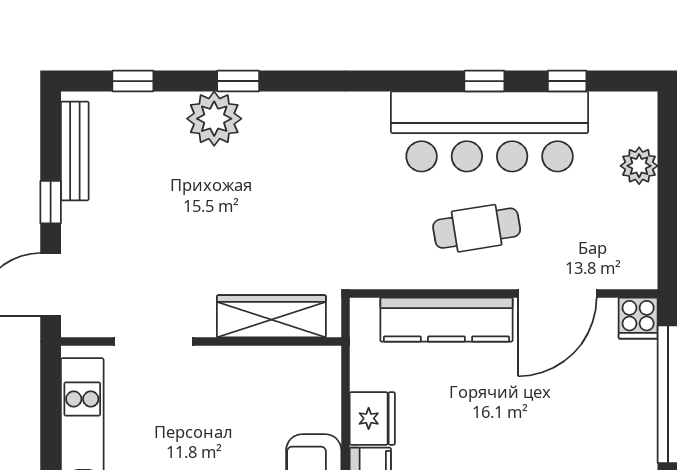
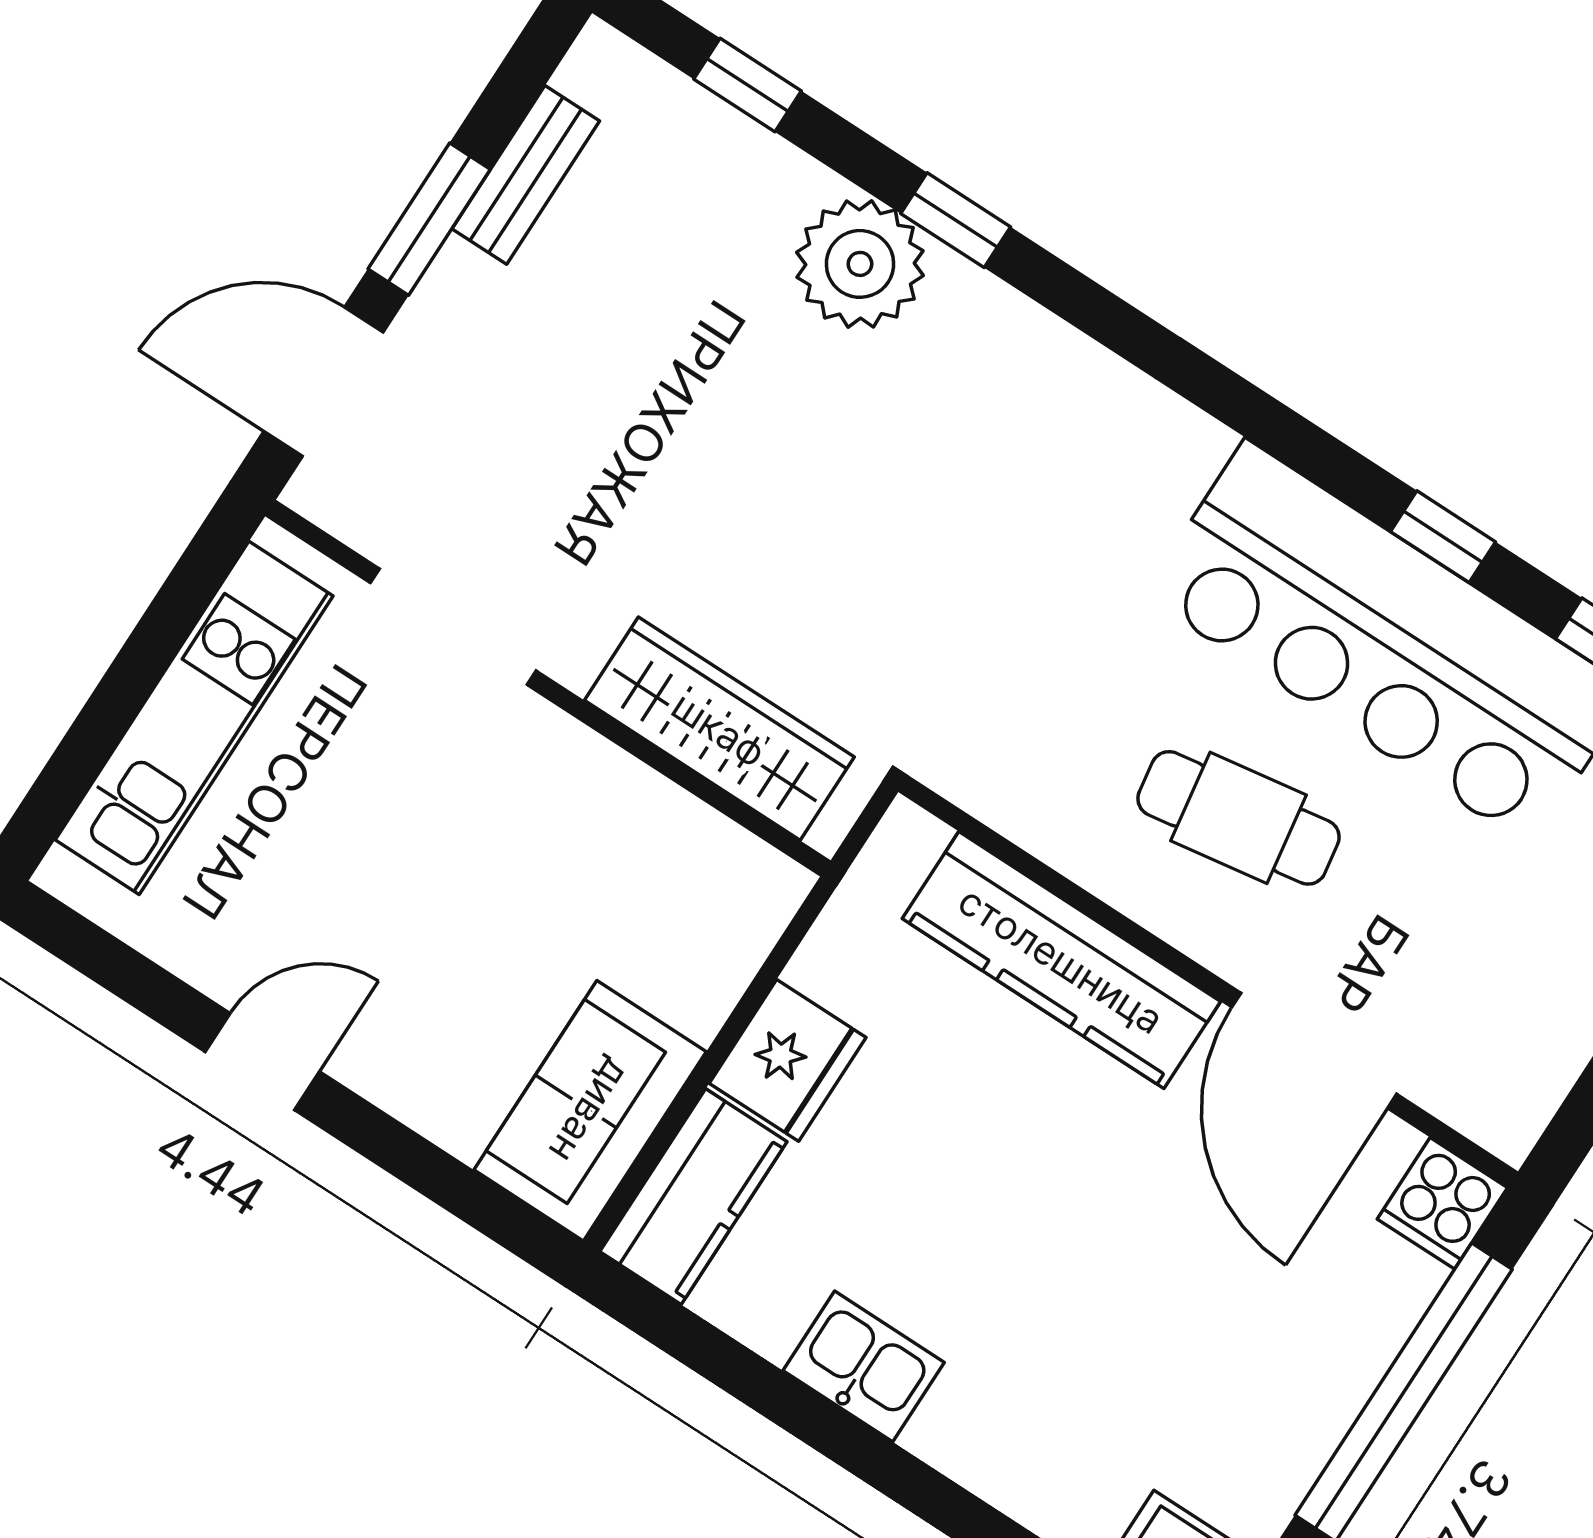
bench: (75, 151) -> (526, 175), width x0.73
window: (51, 202) -> (429, 219), width x1.50
door: (557, 293) -> (1314, 1051), hinge flipped

